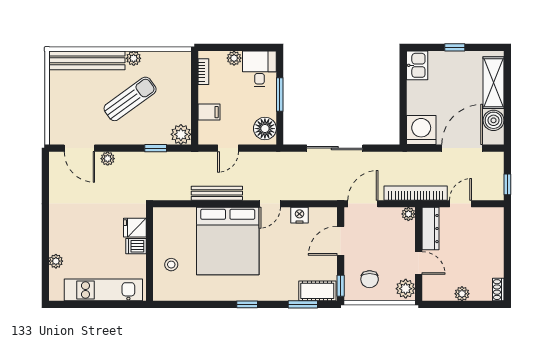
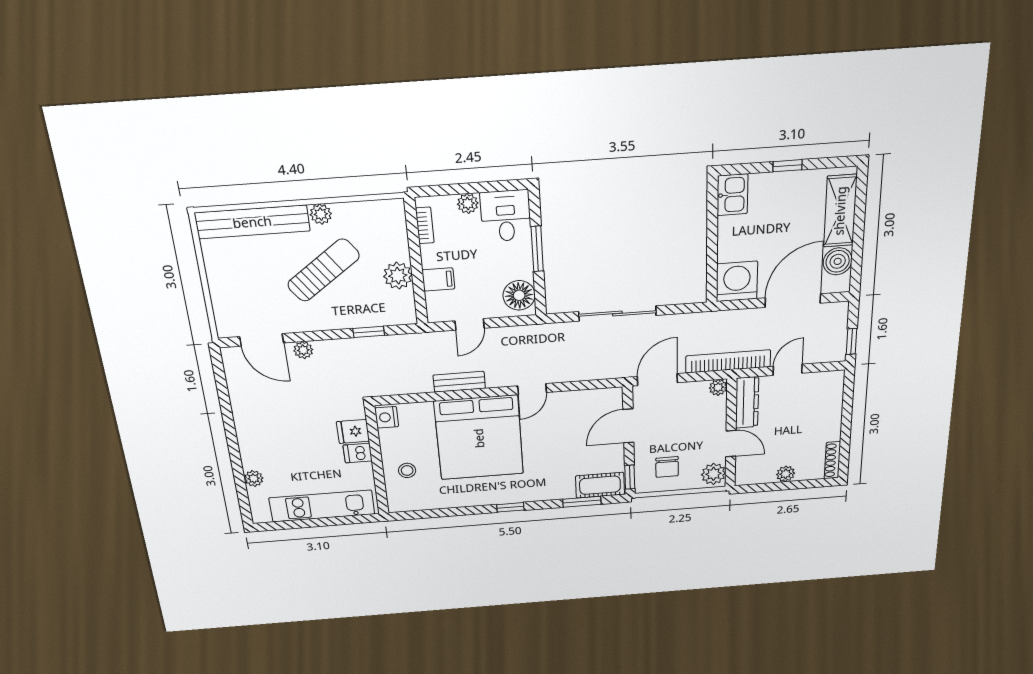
plant: (181, 134) -> (398, 276), moved
bench: (217, 193) -> (459, 382), width x0.73
nightstand: (299, 215) -> (387, 417), moved, turned -90
shoe rack: (498, 290) -> (832, 460), width x1.43

